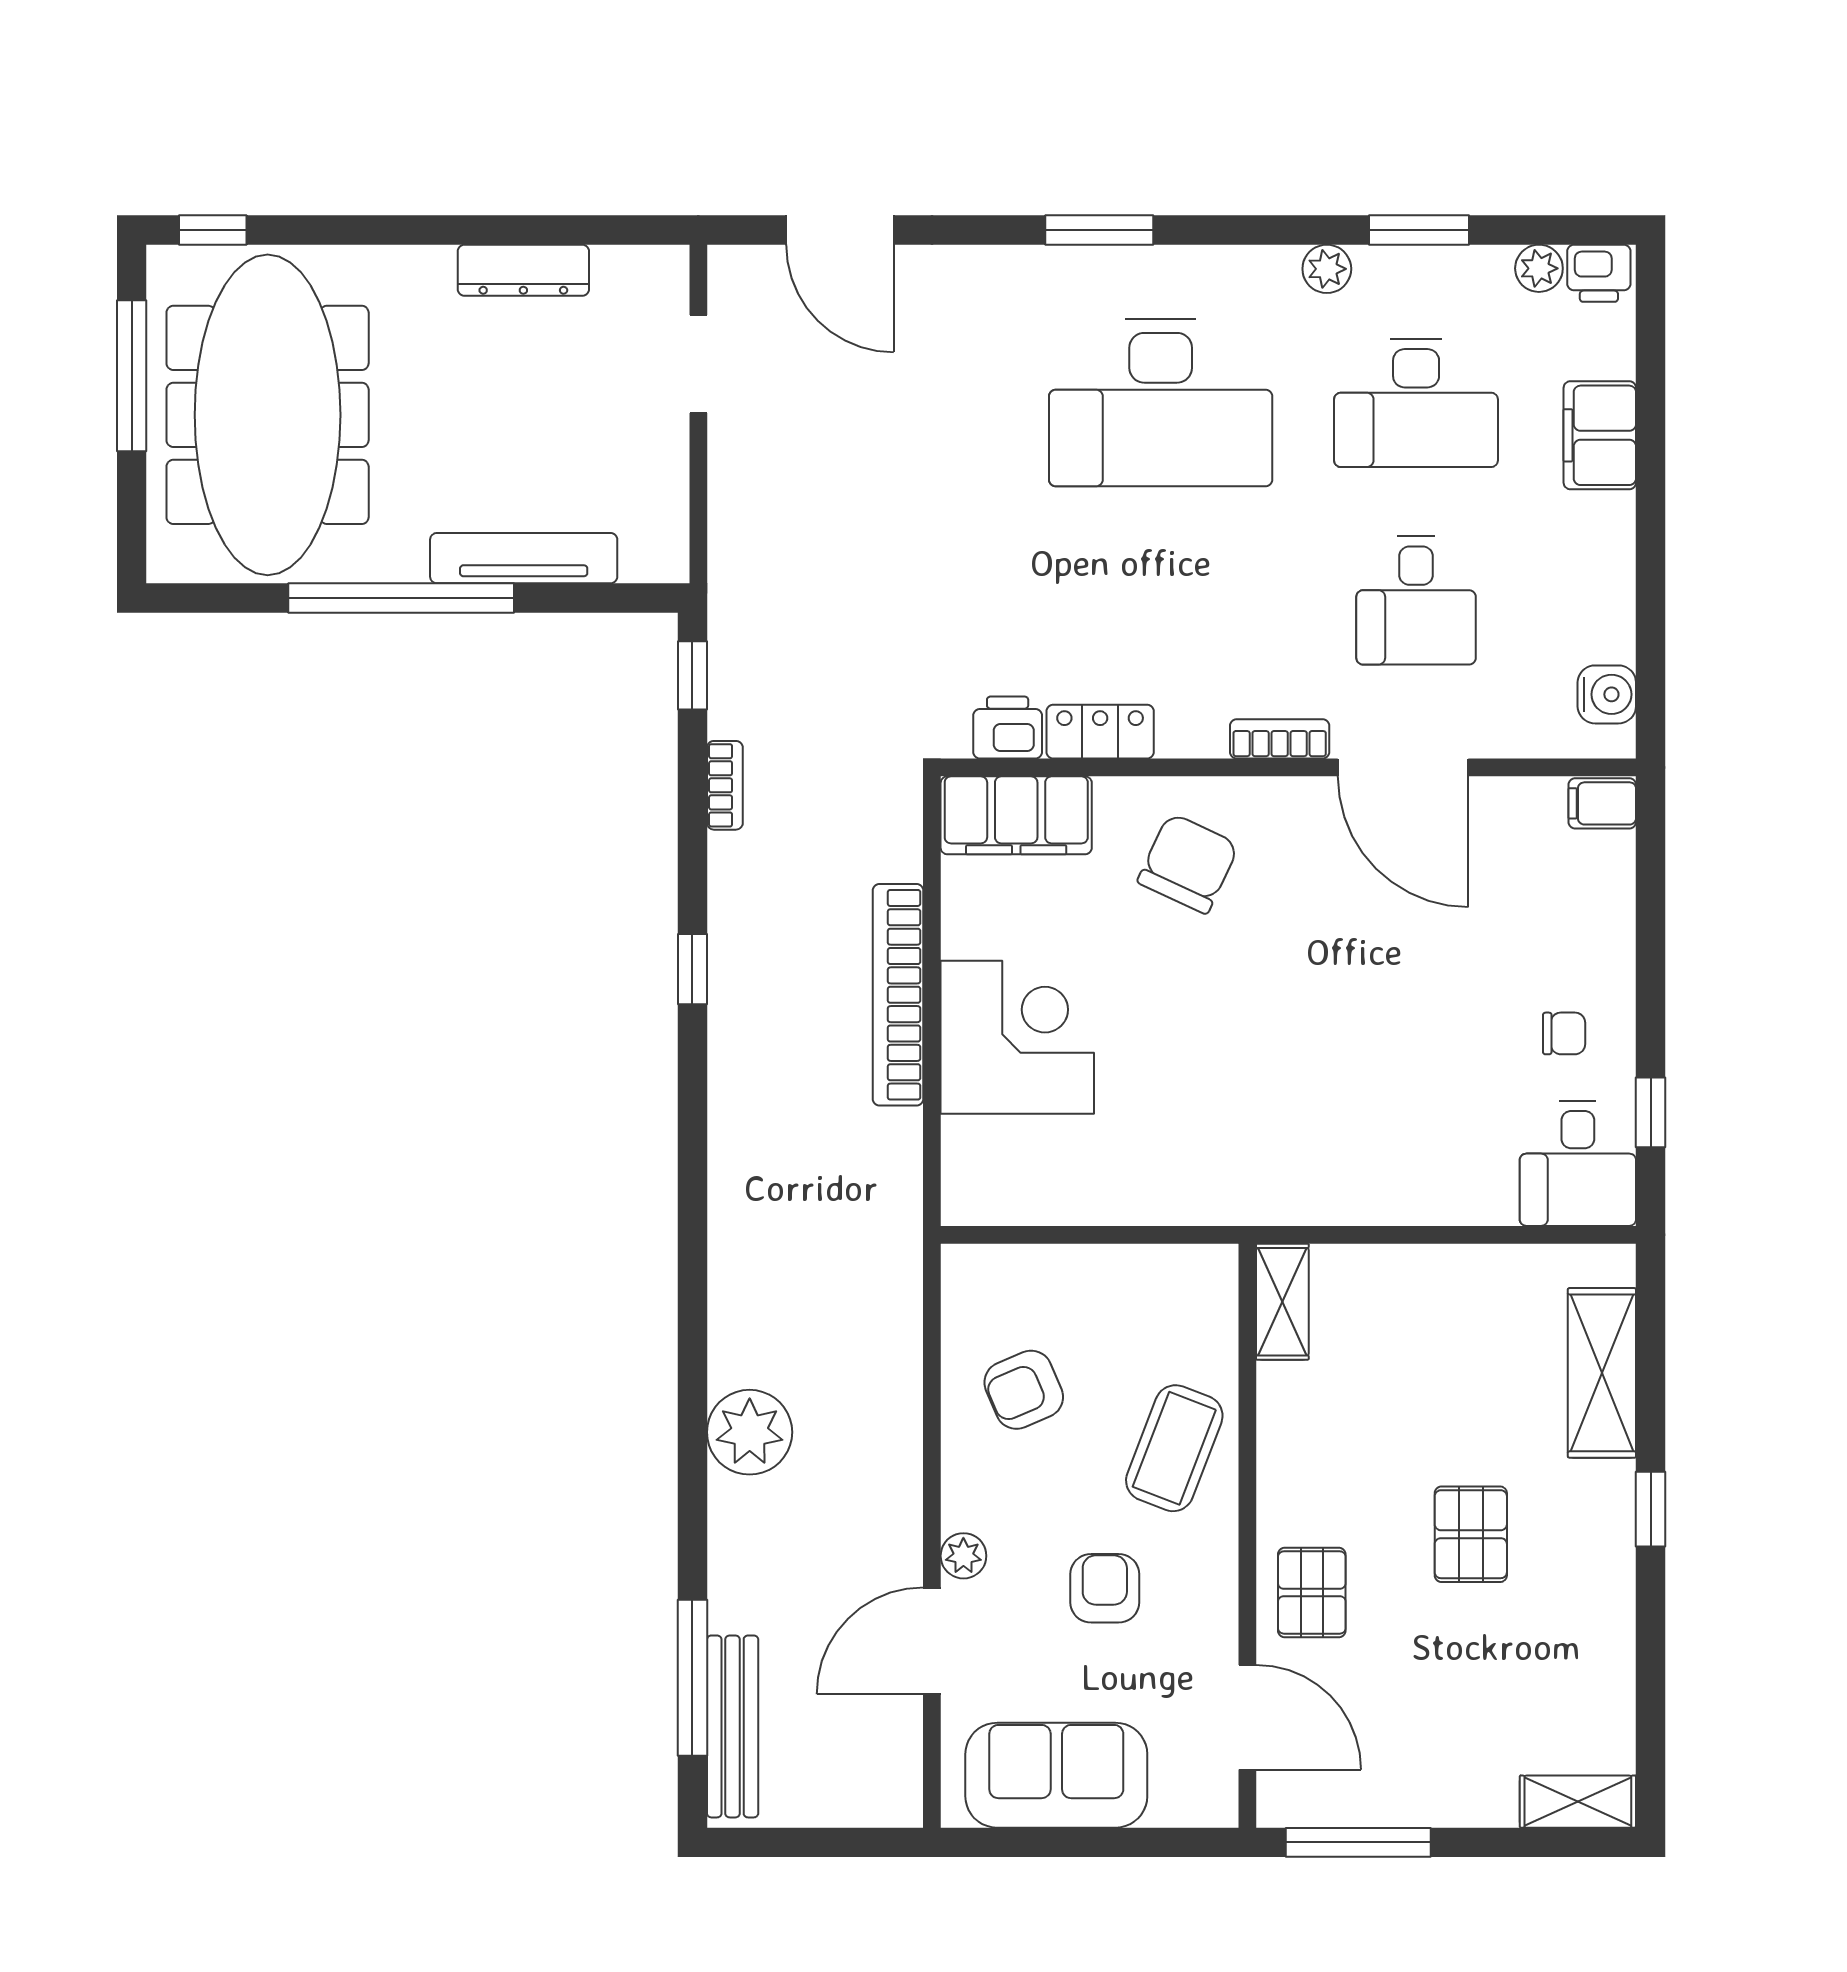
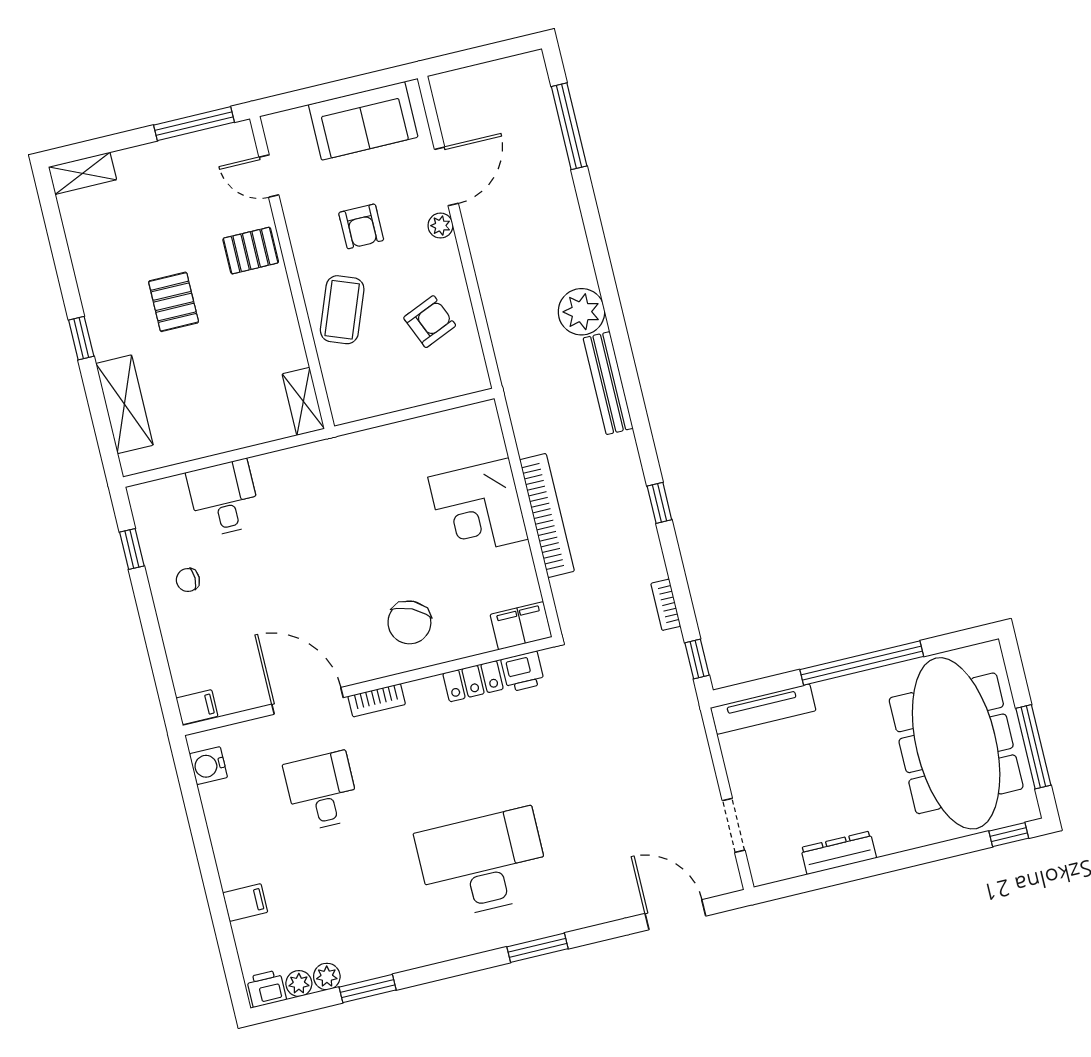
plant: (1327, 269) -> (327, 976), moved
desk: (1416, 403) -> (347, 896), removed
filing cabinet: (1600, 435) -> (245, 902), width x0.50
tv unit: (524, 558) -> (763, 709), moved
filing cabinet: (1016, 815) -> (521, 626), width x0.67, depth x0.86
desk: (1578, 1163) -> (224, 498), moved
plant: (750, 1432) -> (581, 312), moved
pallet: (1312, 1592) -> (251, 251), turned 90
door: (1247, 1717) -> (269, 176), width x0.73
bench: (733, 1726) -> (608, 383), moved

